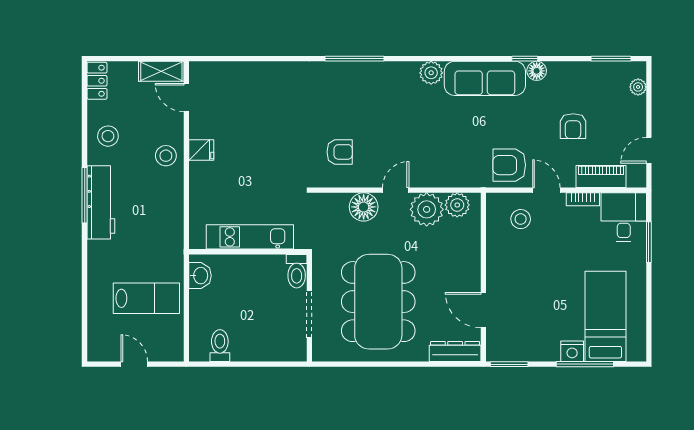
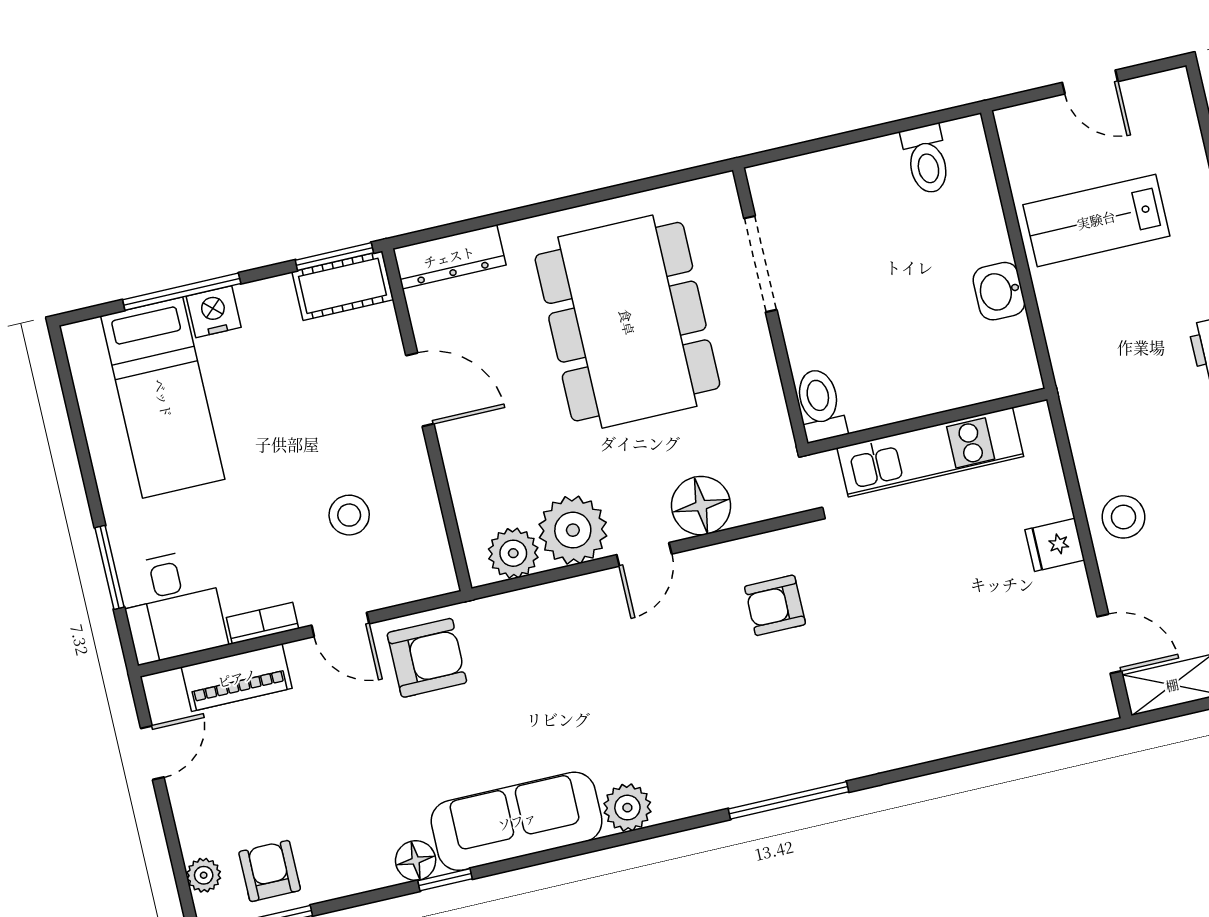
armchair: (573, 126) -> (270, 871), moved
stool: (521, 219) -> (349, 515), moved
kitchen unit: (250, 237) -> (930, 452), moved
wall: (248, 252) -> (927, 421), moved
toilet: (297, 271) -> (820, 405), moved
door: (483, 310) -> (420, 390), moved
cot: (509, 349) -> (342, 286), added

